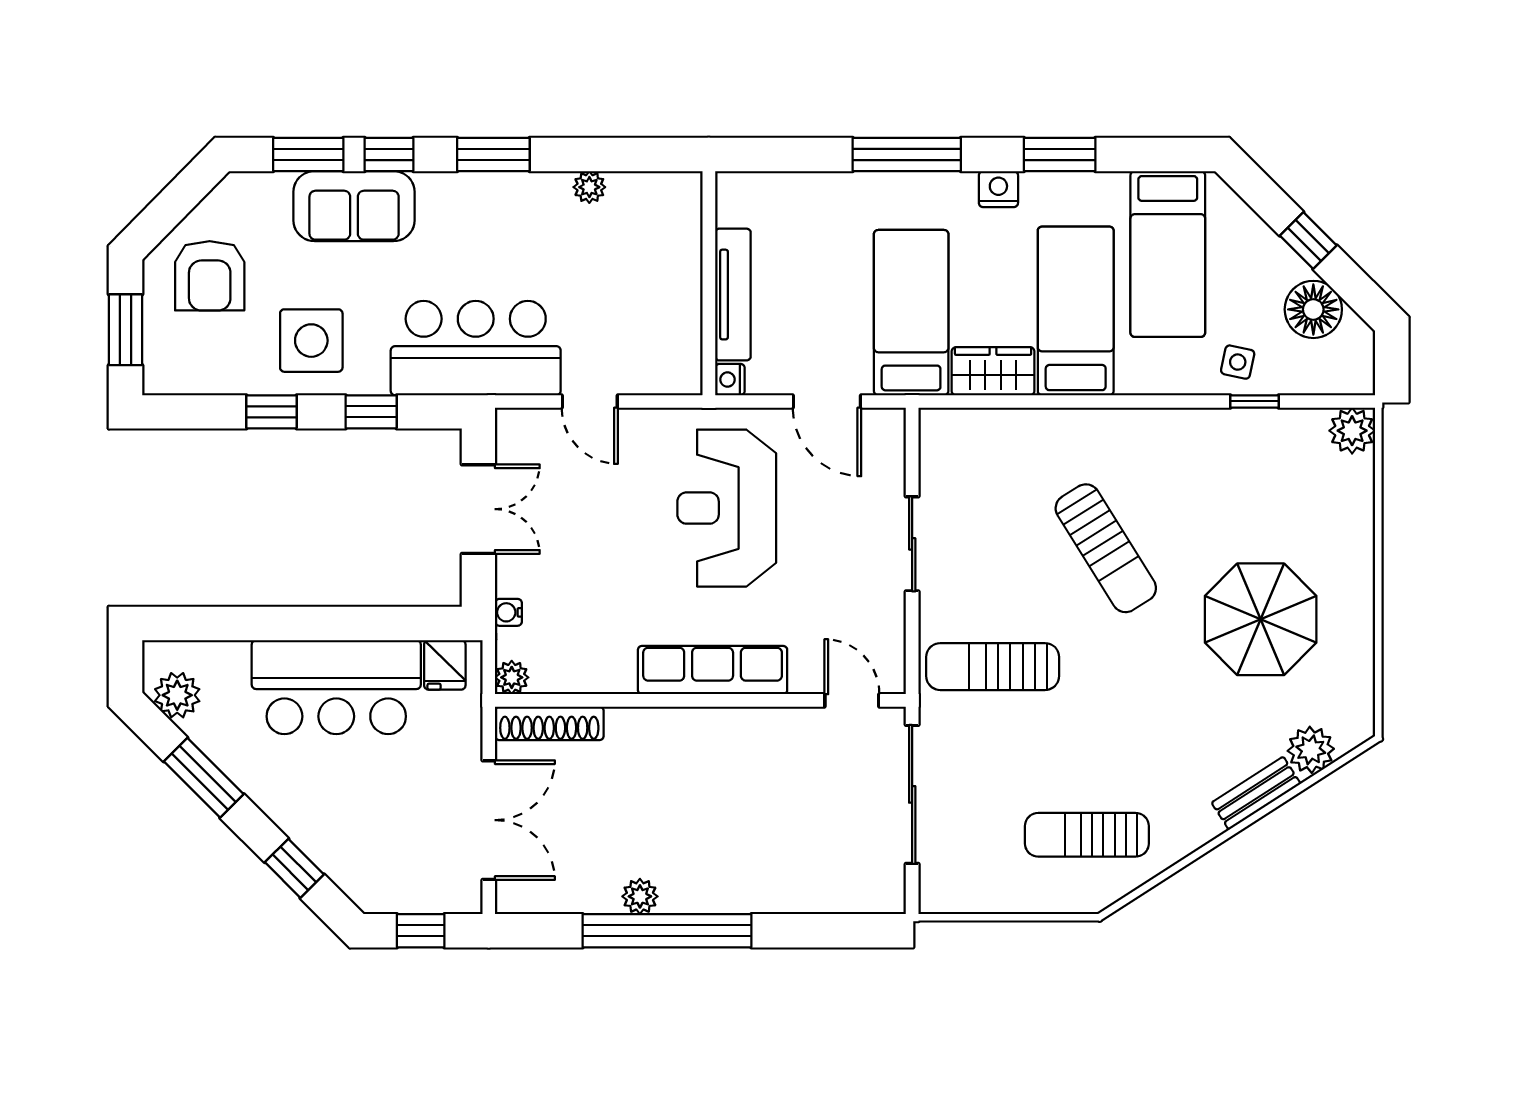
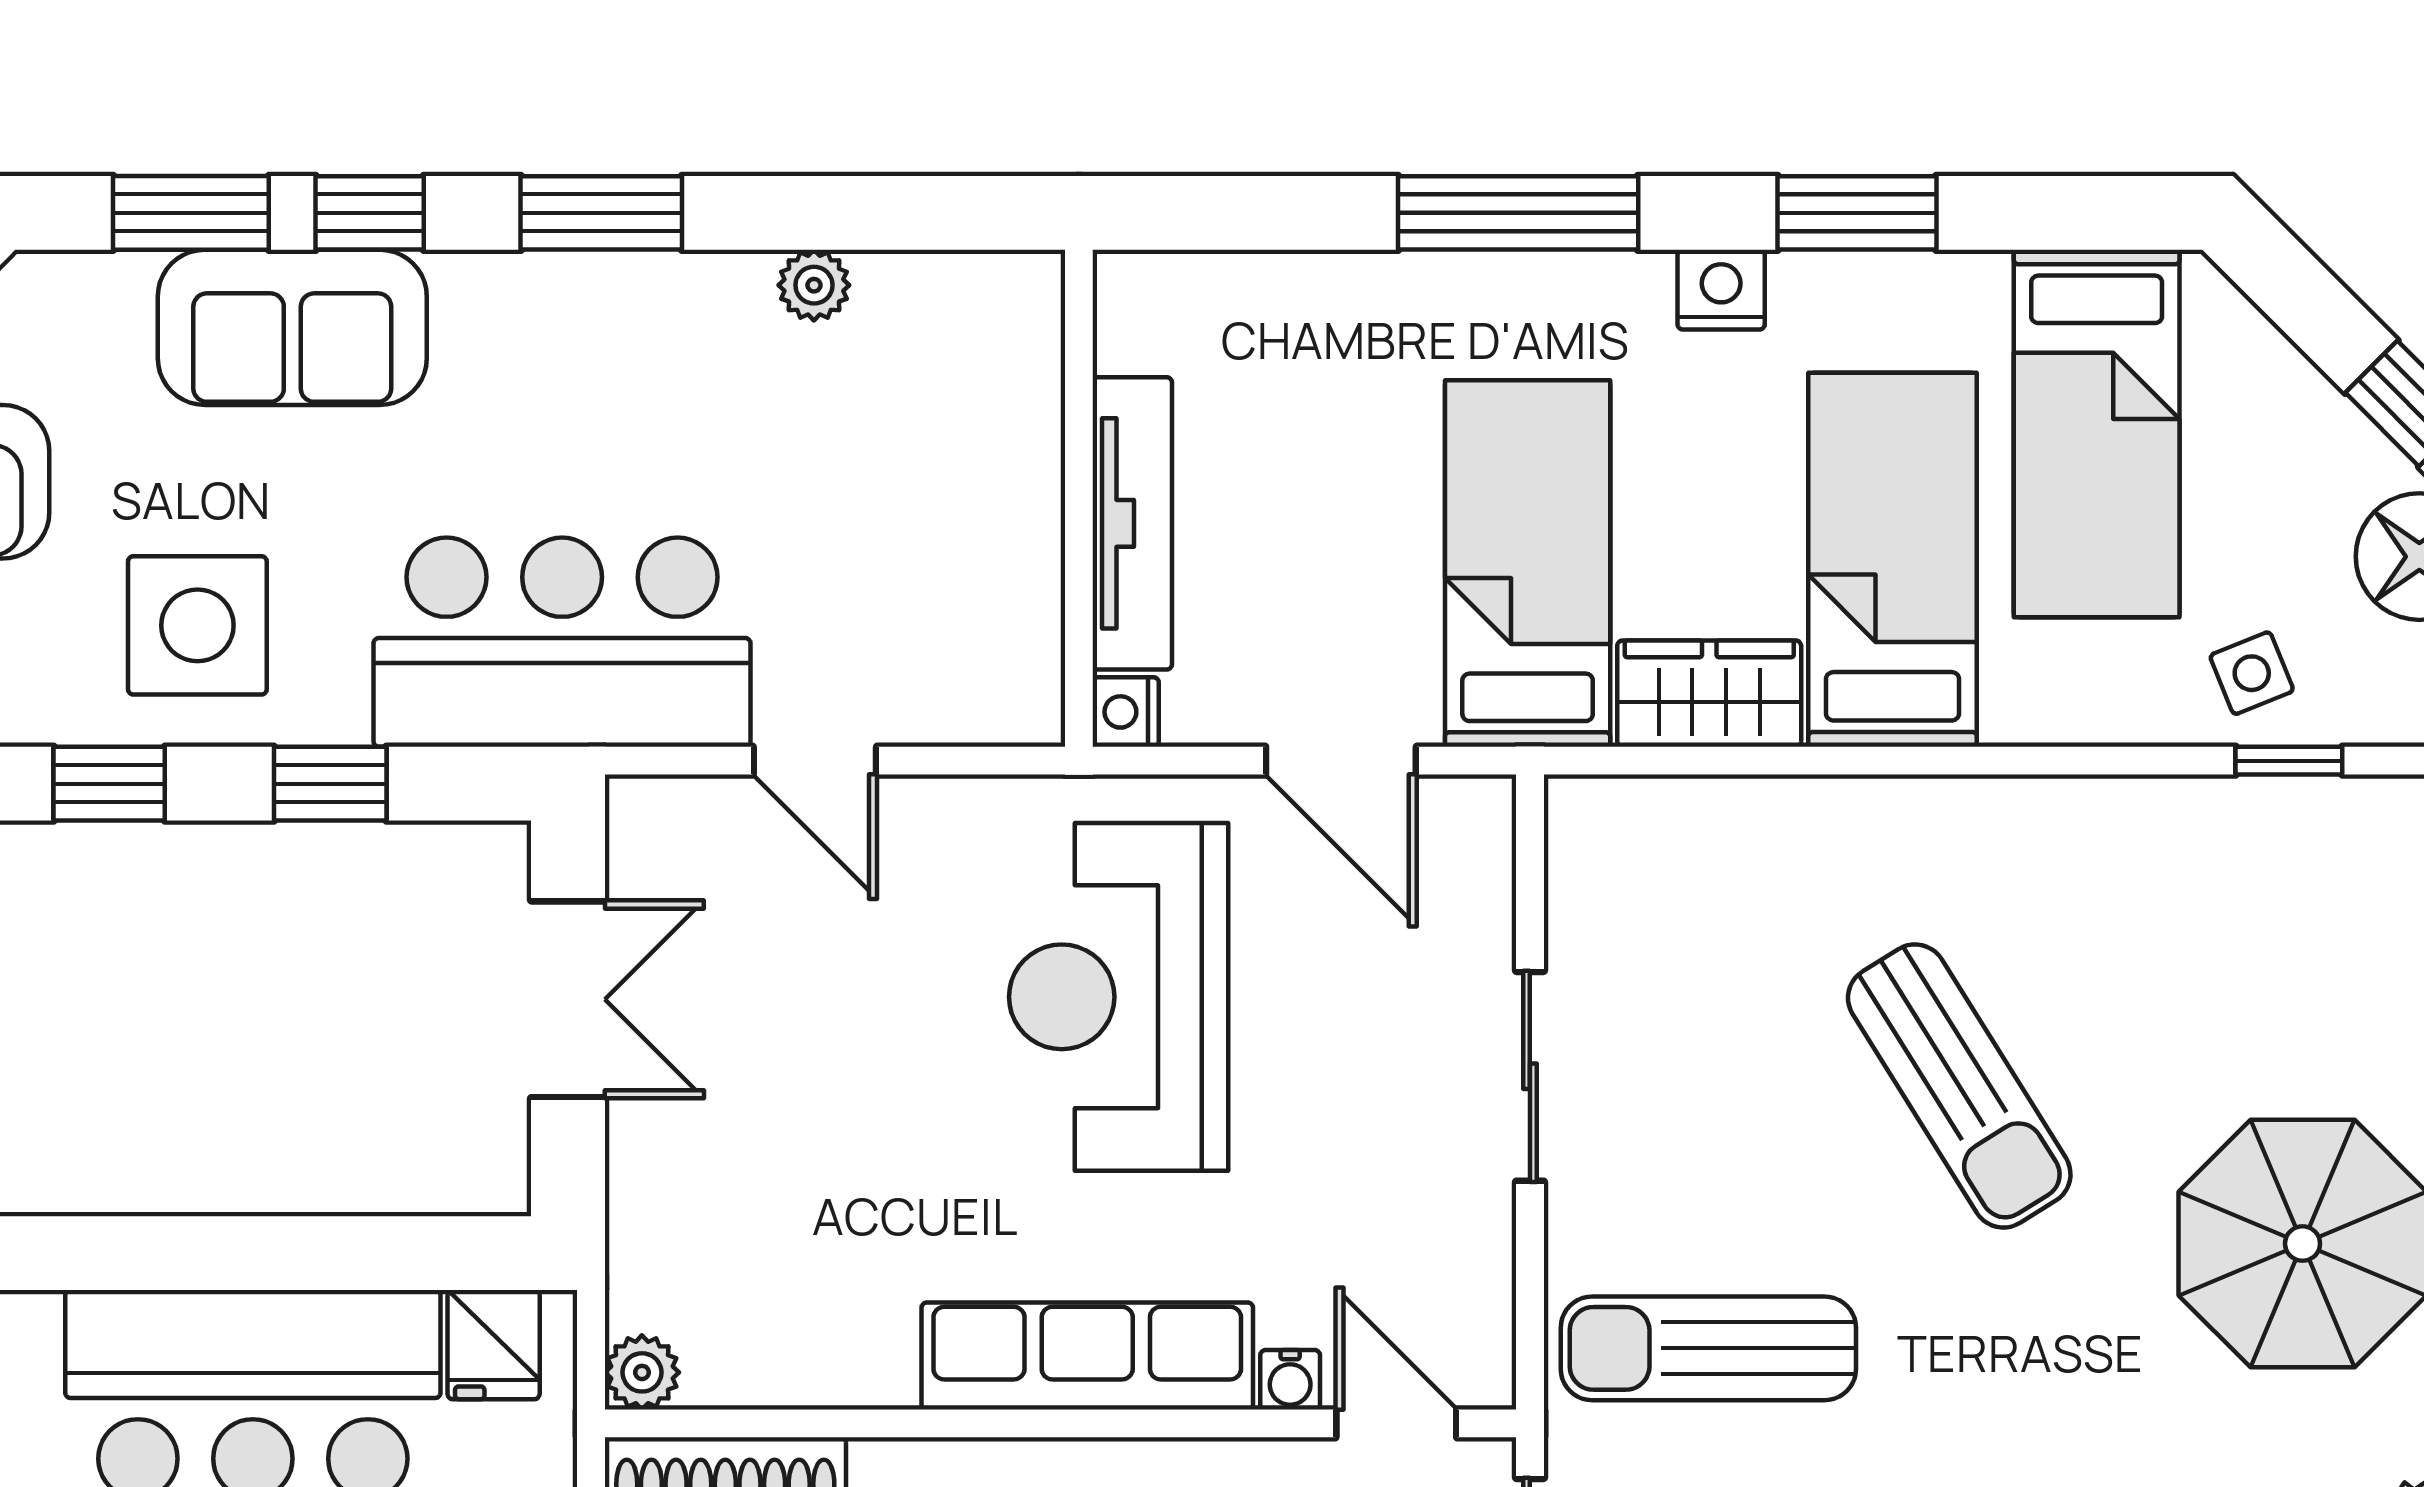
side table: (1238, 362) -> (2252, 673), turned -34
water cooler: (508, 612) -> (1290, 1380), moved, turned -90

